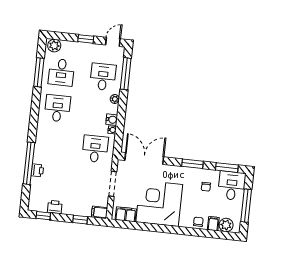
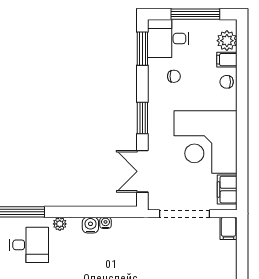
desk: (103, 77) -> (29, 245), turned 180
desk: (95, 149) -> (136, 245), removed
double door: (144, 159) -> (142, 171), width x0.73
window: (192, 164) -> (142, 118), moved
doorway: (113, 184) -> (185, 214), width x1.36
window: (80, 220) -> (242, 256), removed

